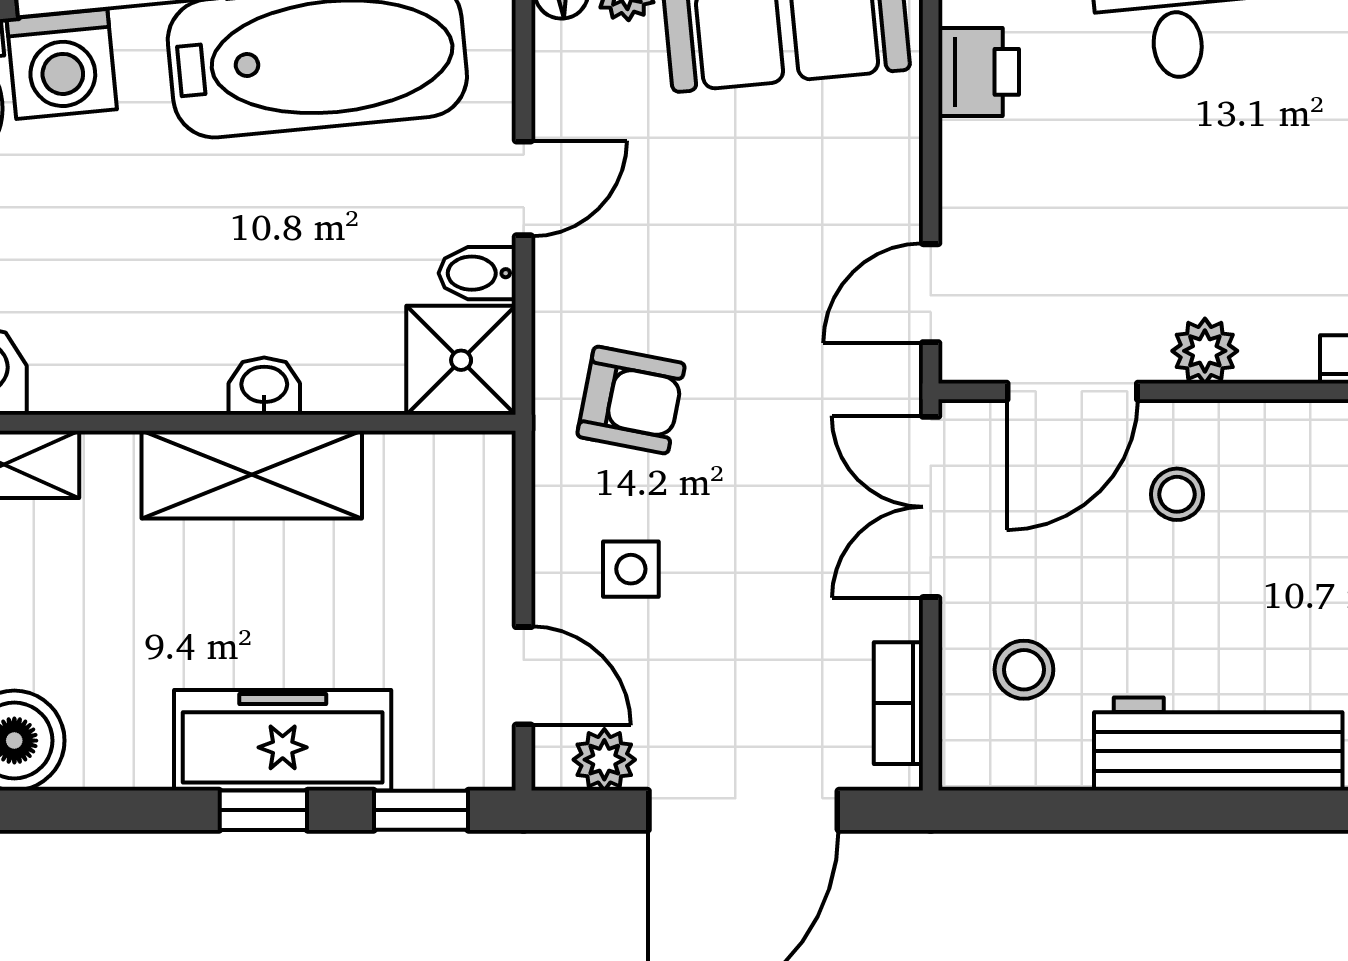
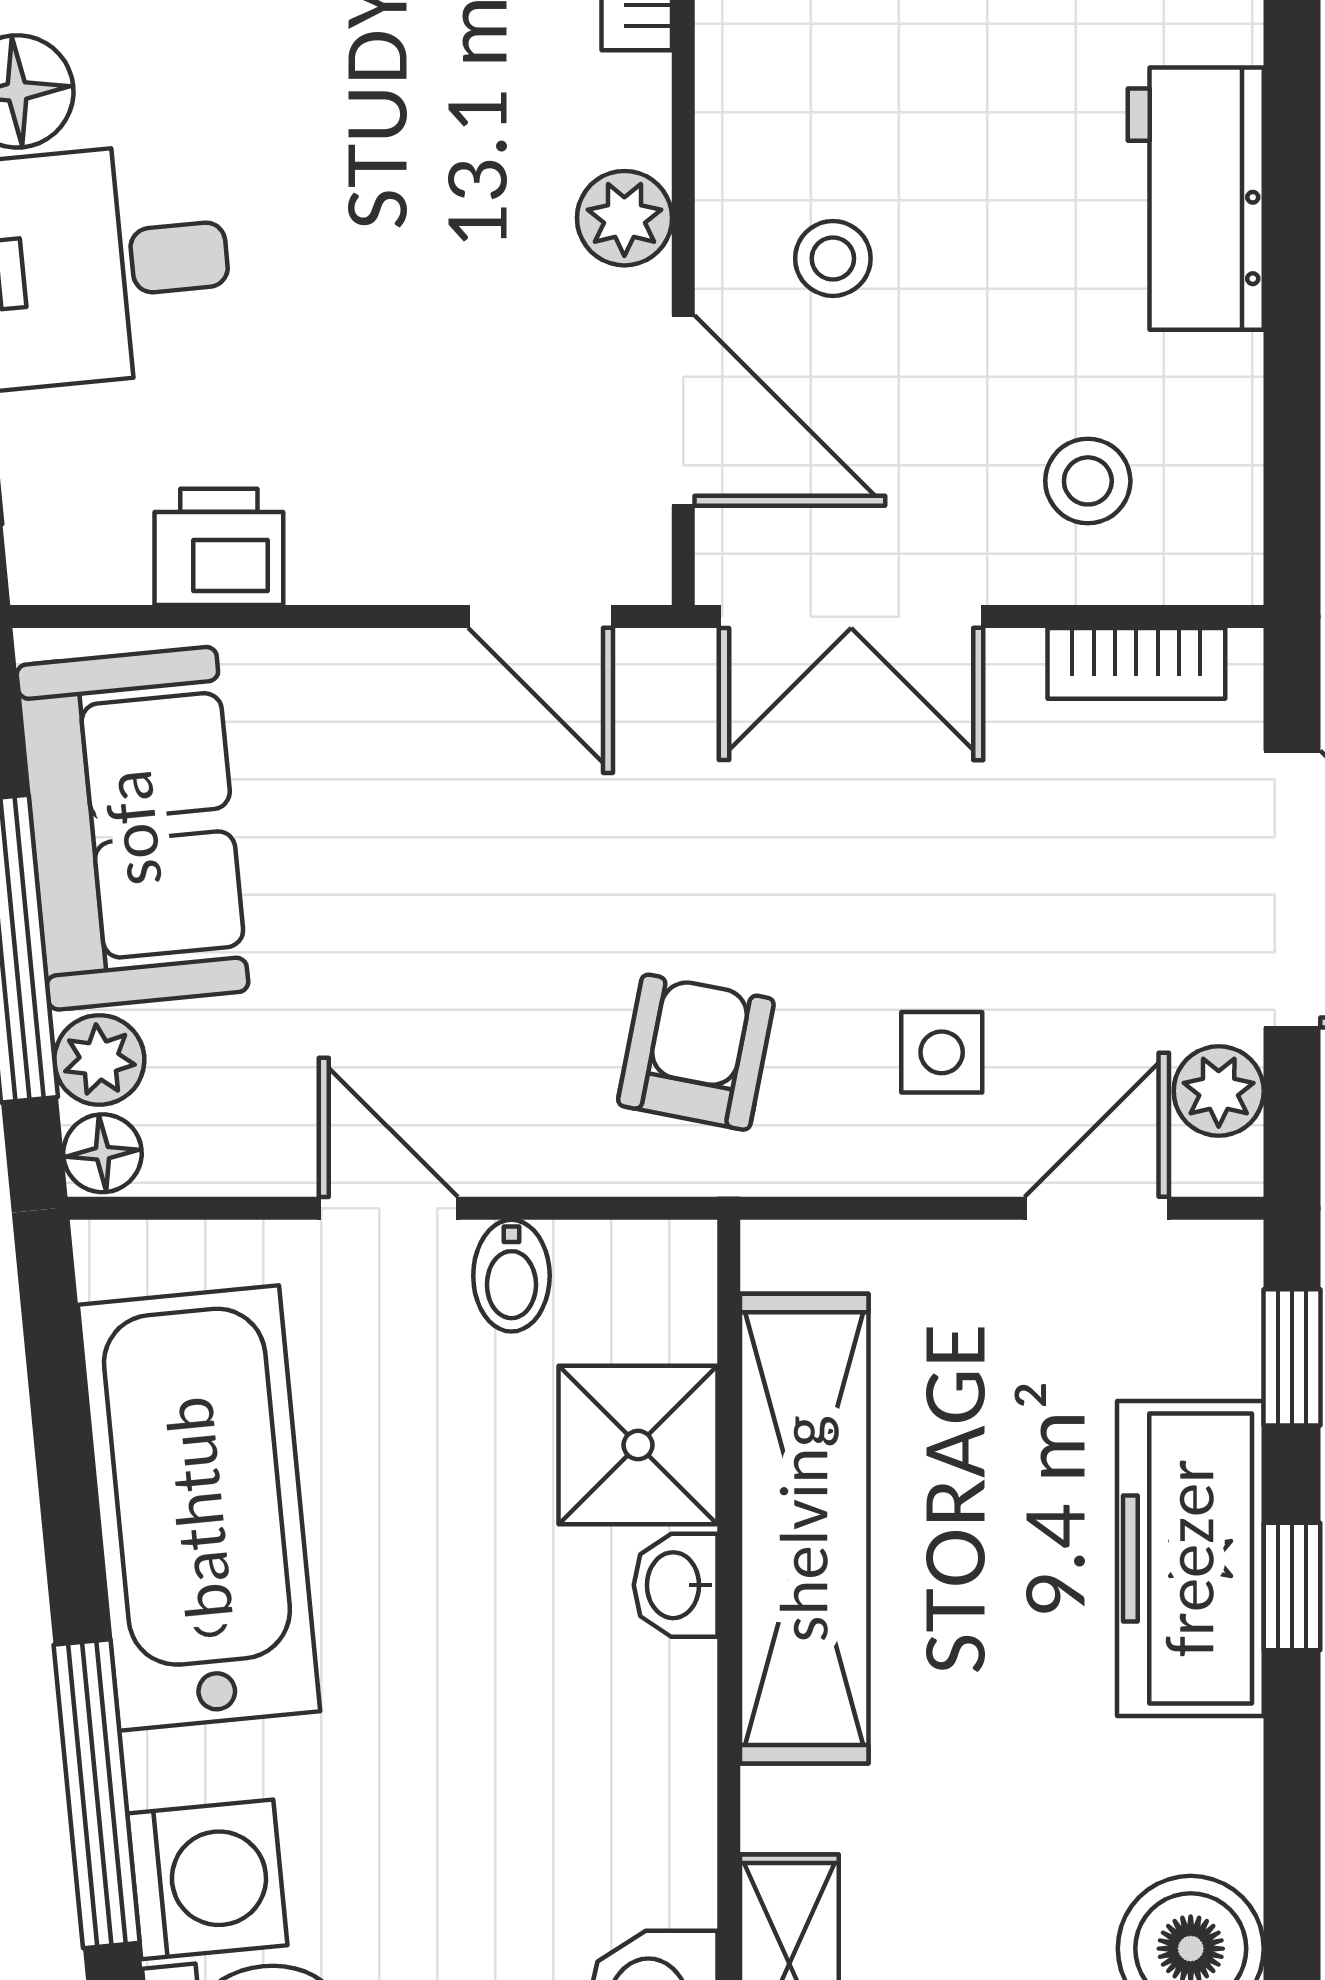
shower: (461, 360) -> (638, 1445), moved
shelving: (252, 475) -> (804, 1529), width x1.47
workbench: (1218, 744) -> (1196, 199), width x0.73

